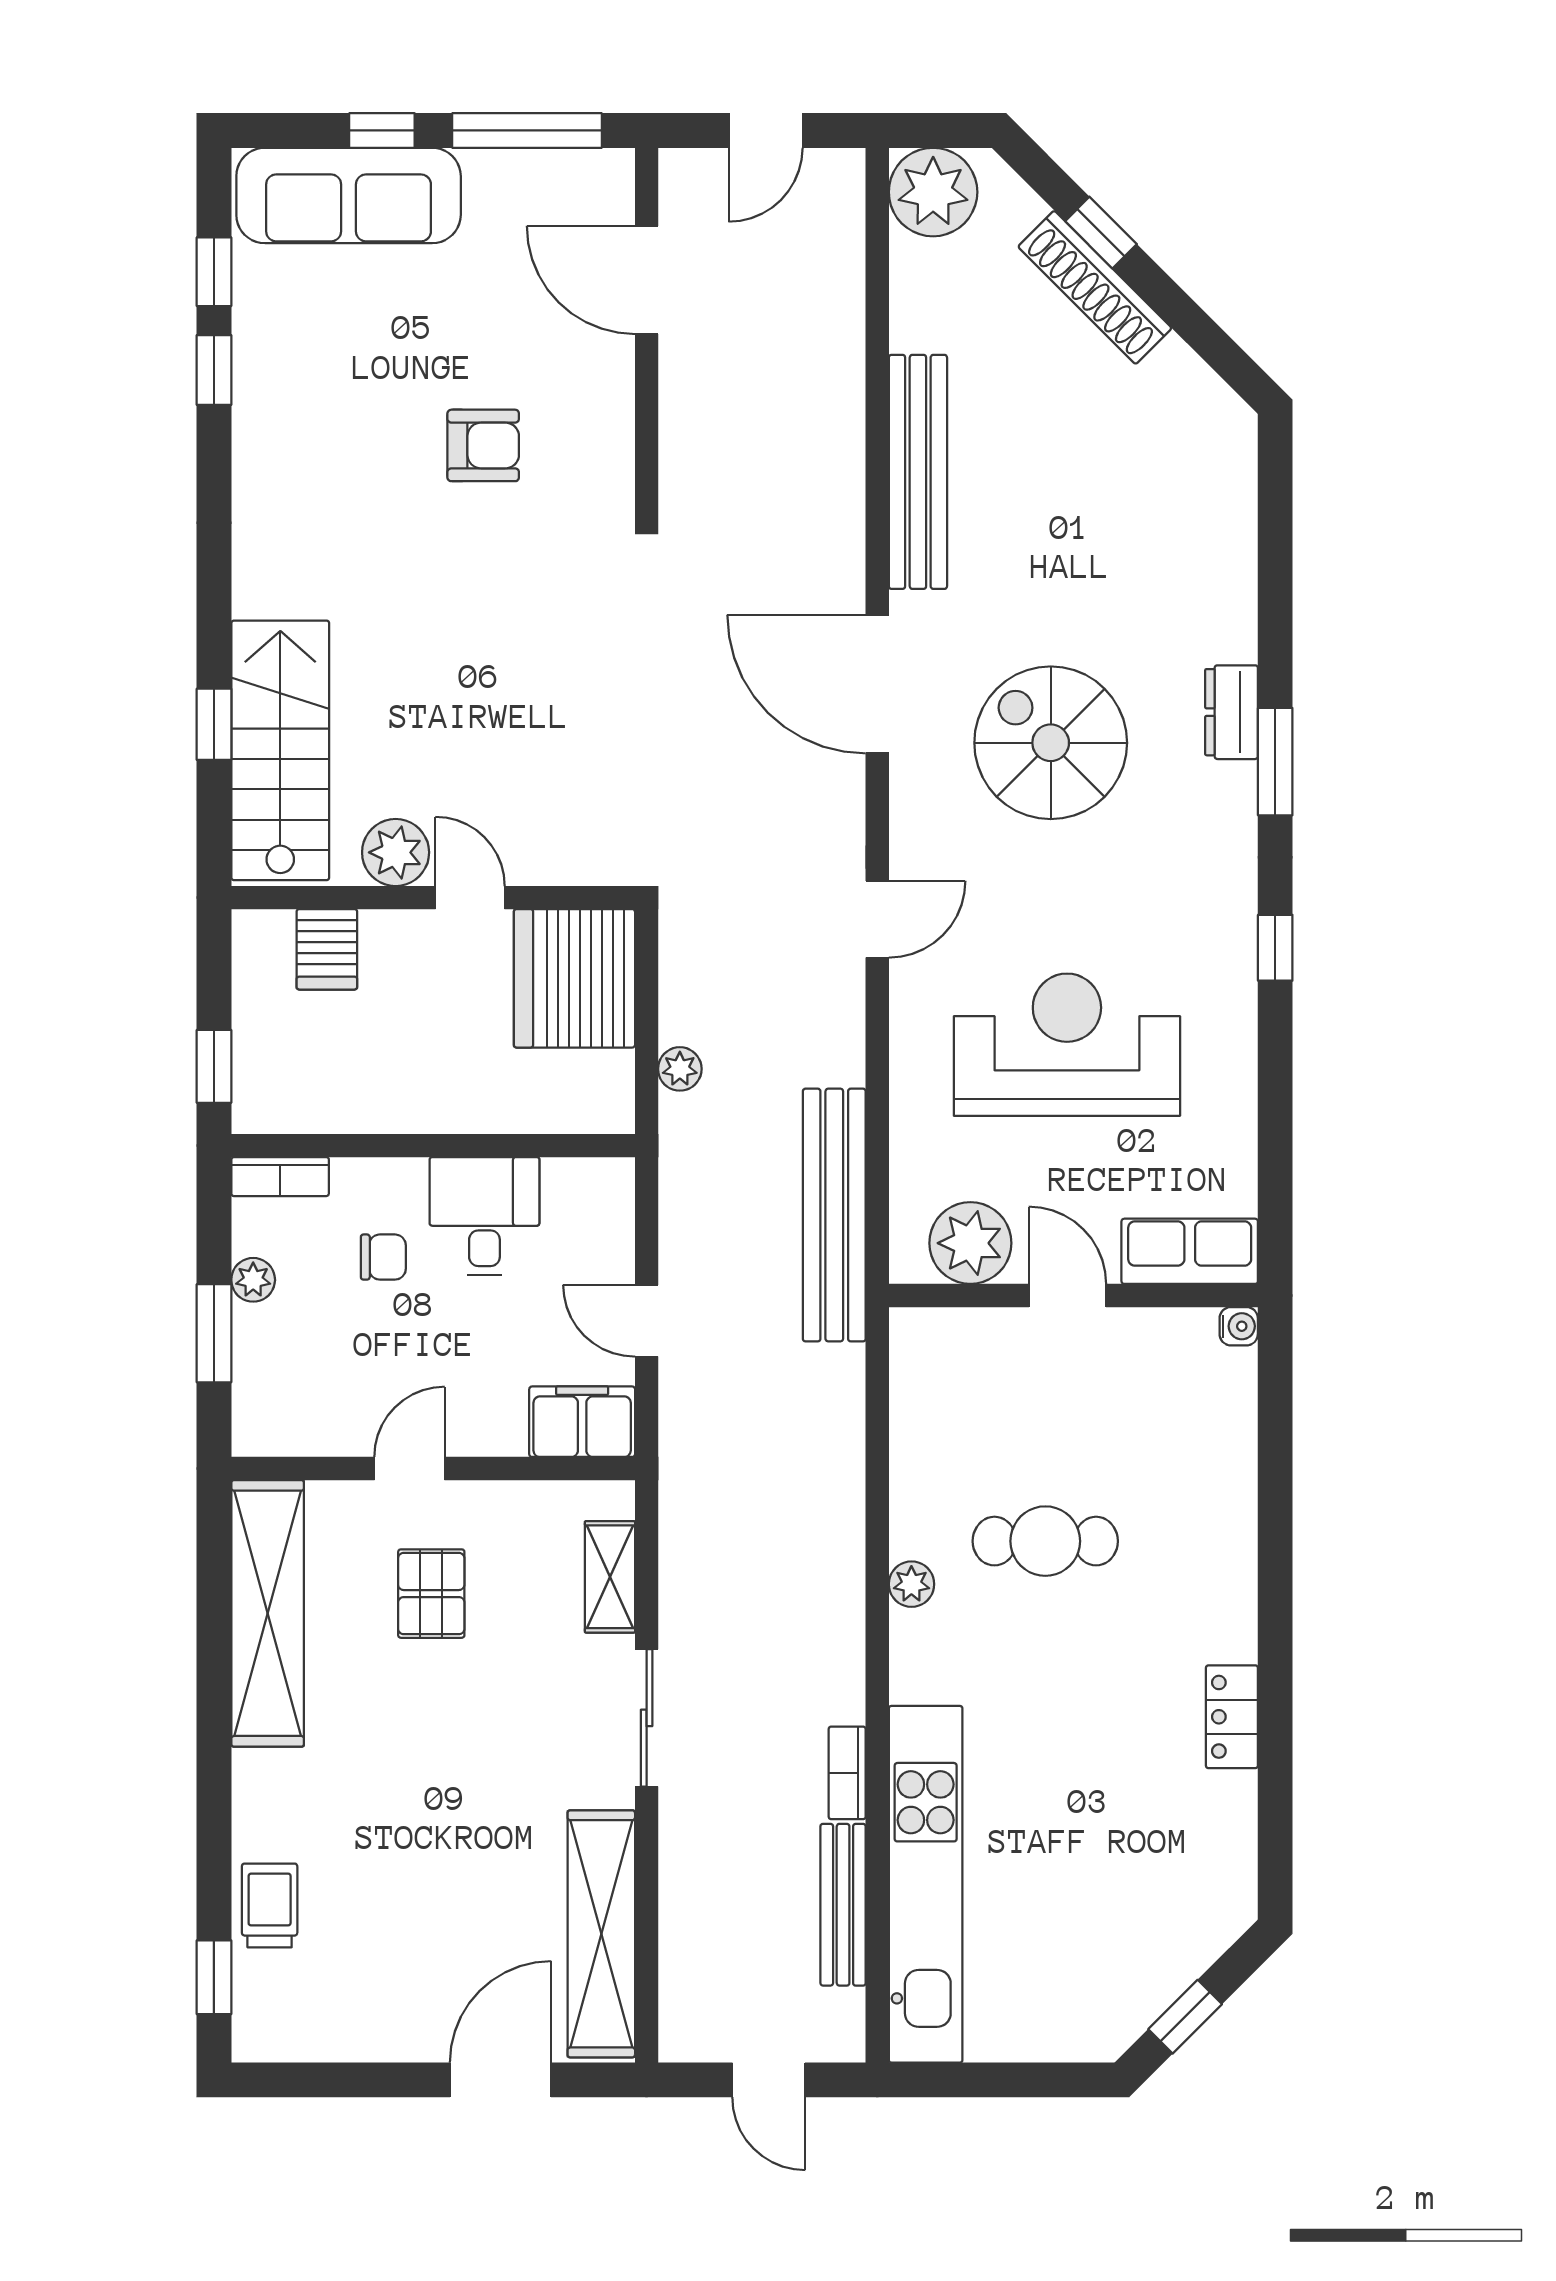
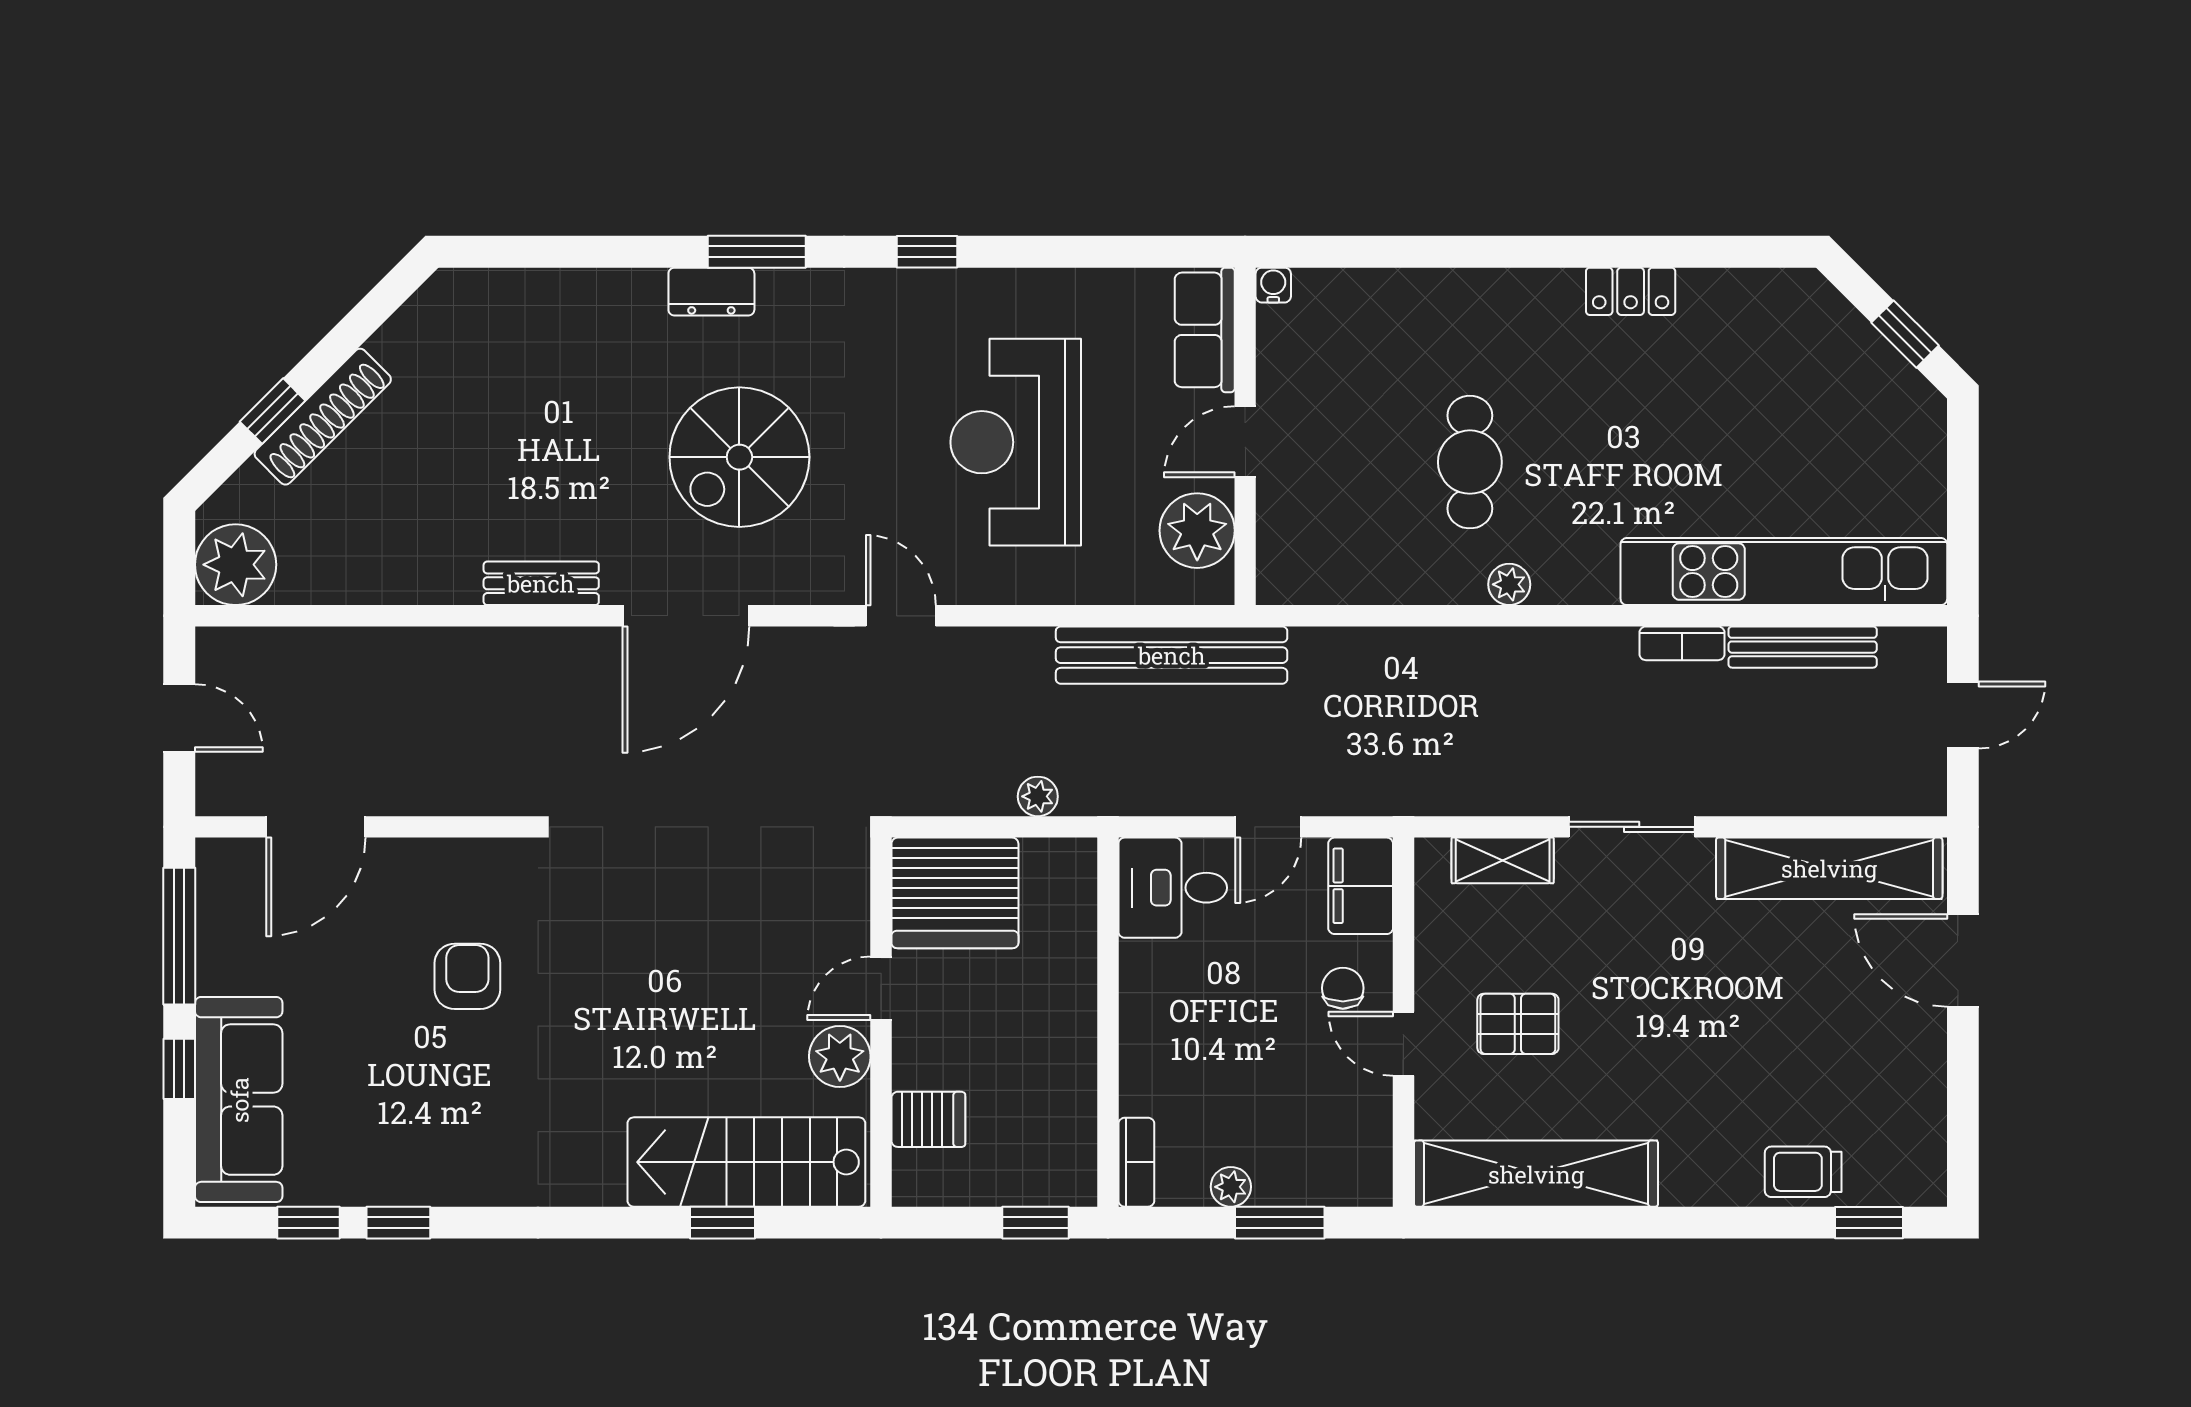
bench: (918, 472) -> (541, 583), width x0.54, depth x0.82
desk: (484, 1216) -> (1173, 888), moved
chair: (383, 1257) -> (1343, 988), moved

